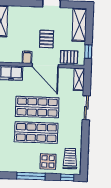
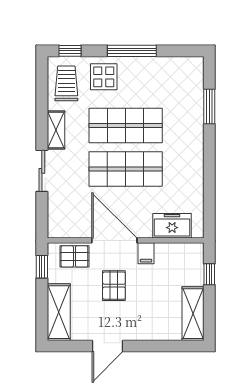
shelving: (79, 79) -> (56, 130), moved
trolley: (70, 158) -> (66, 83), turned 180

